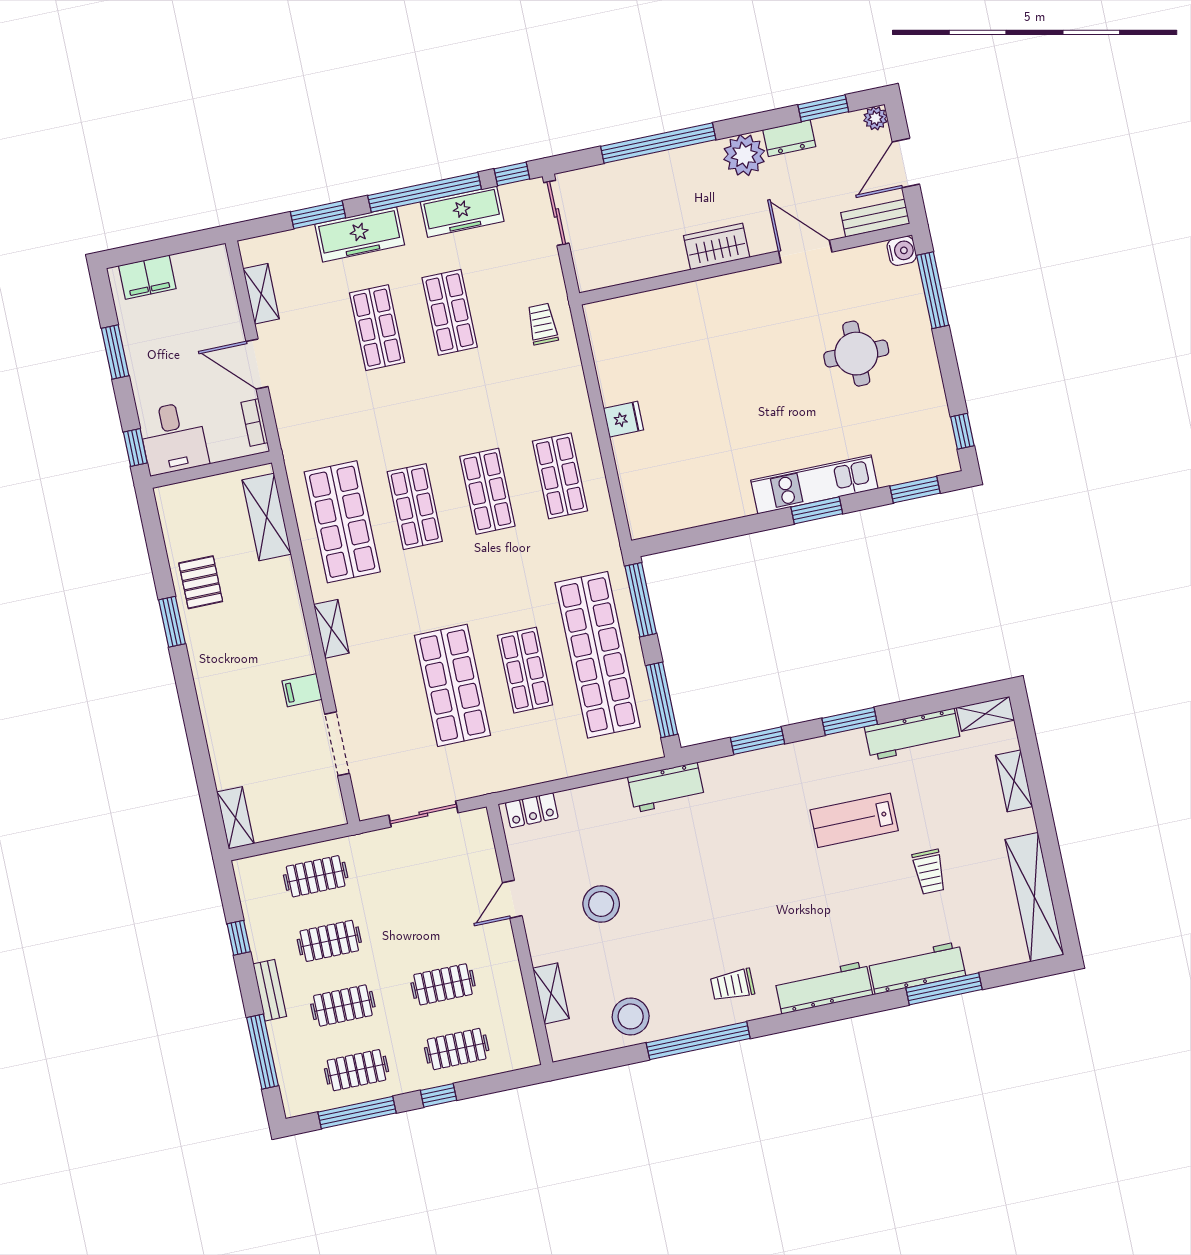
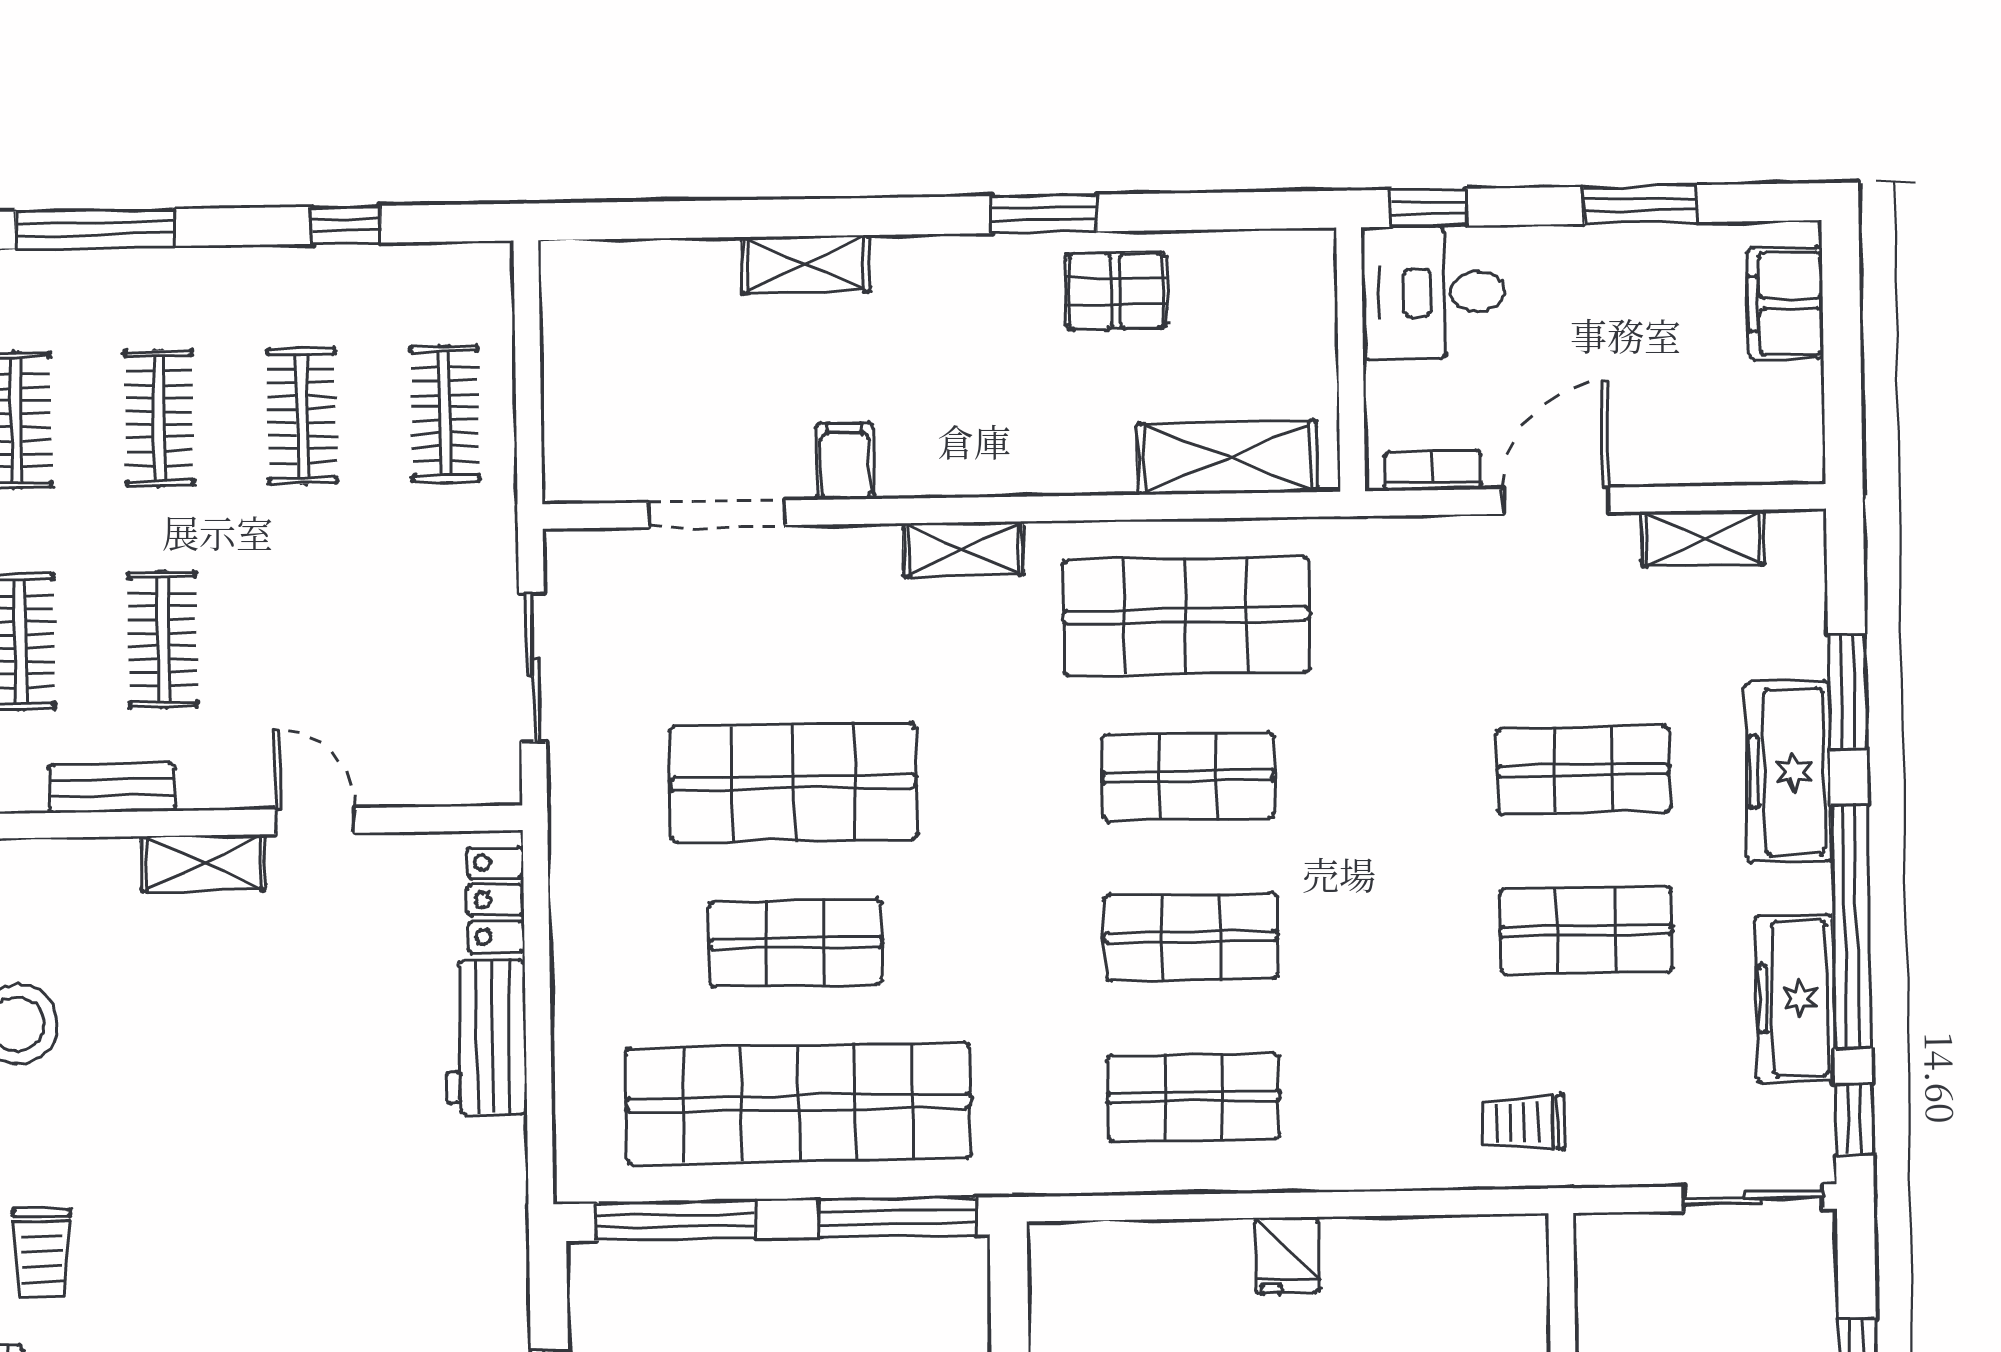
trolley: (542, 324) -> (1523, 1122), turned 180
workbench: (666, 787) -> (486, 1037), moved
shelving: (236, 818) -> (806, 264), moved
stool: (601, 904) -> (268, 1008), removed
trolley: (732, 985) -> (42, 1253), turned 180
bench: (270, 990) -> (112, 788), moved
shelving: (551, 993) -> (203, 863), moved

